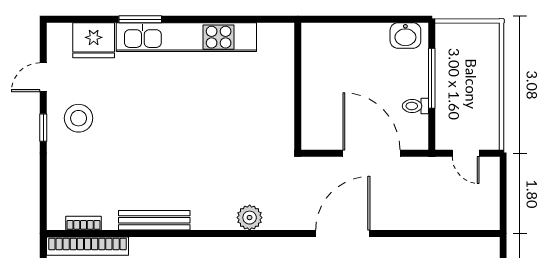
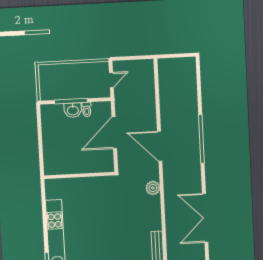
washbasin: (405, 35) -> (73, 110), moved, turned 90
plant: (250, 218) -> (153, 188), moved

